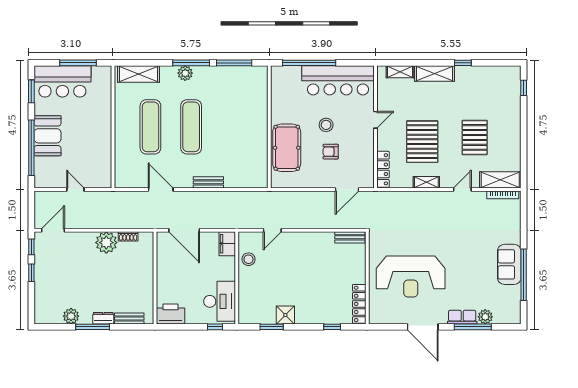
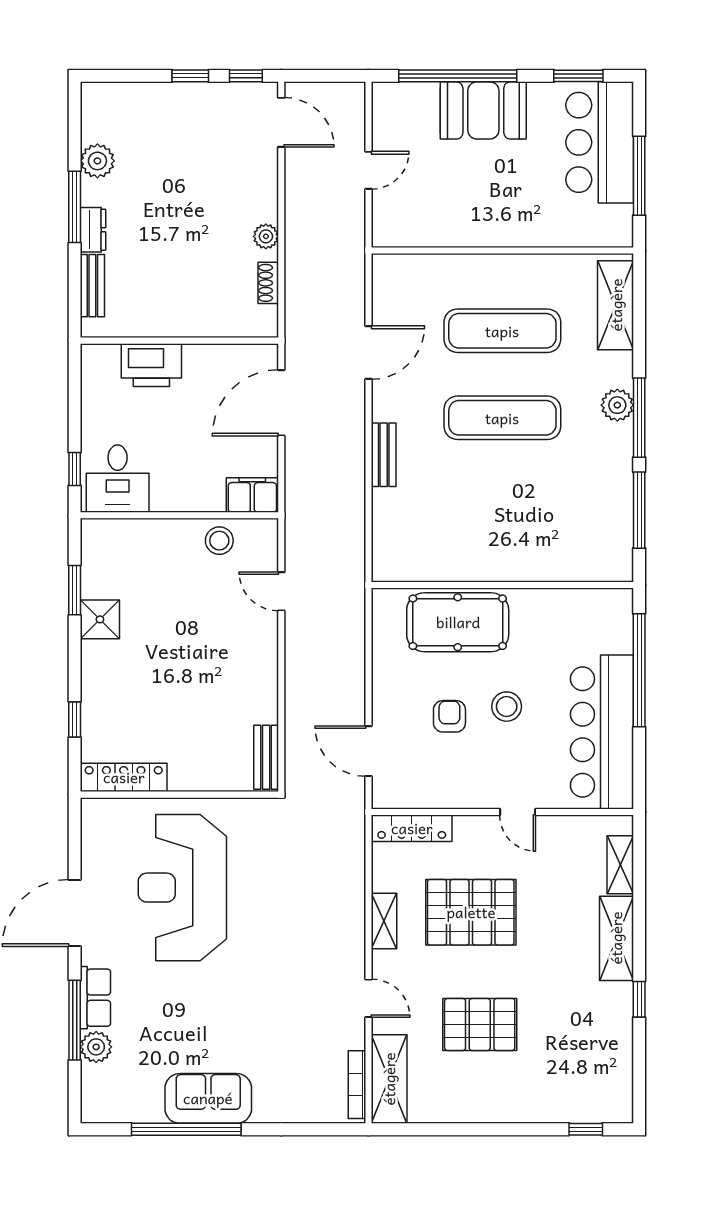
plant: (106, 243) -> (266, 236), width x0.53, depth x0.53
desk: (220, 301) -> (118, 479), width x0.73
printer: (170, 314) -> (151, 365), moved, turned 90

